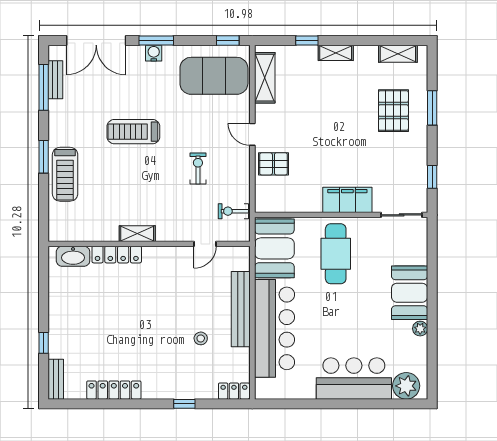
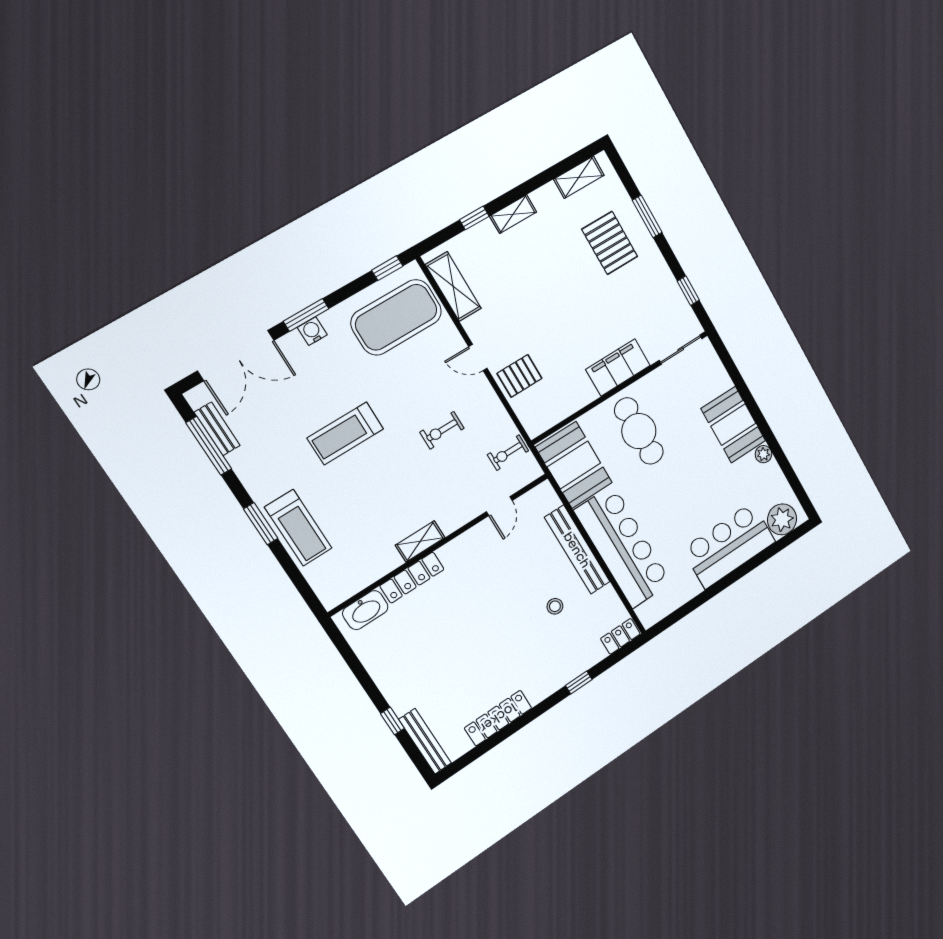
exercise bike: (198, 168) -> (442, 430), turned -90
bench: (56, 379) -> (425, 741), width x1.36

